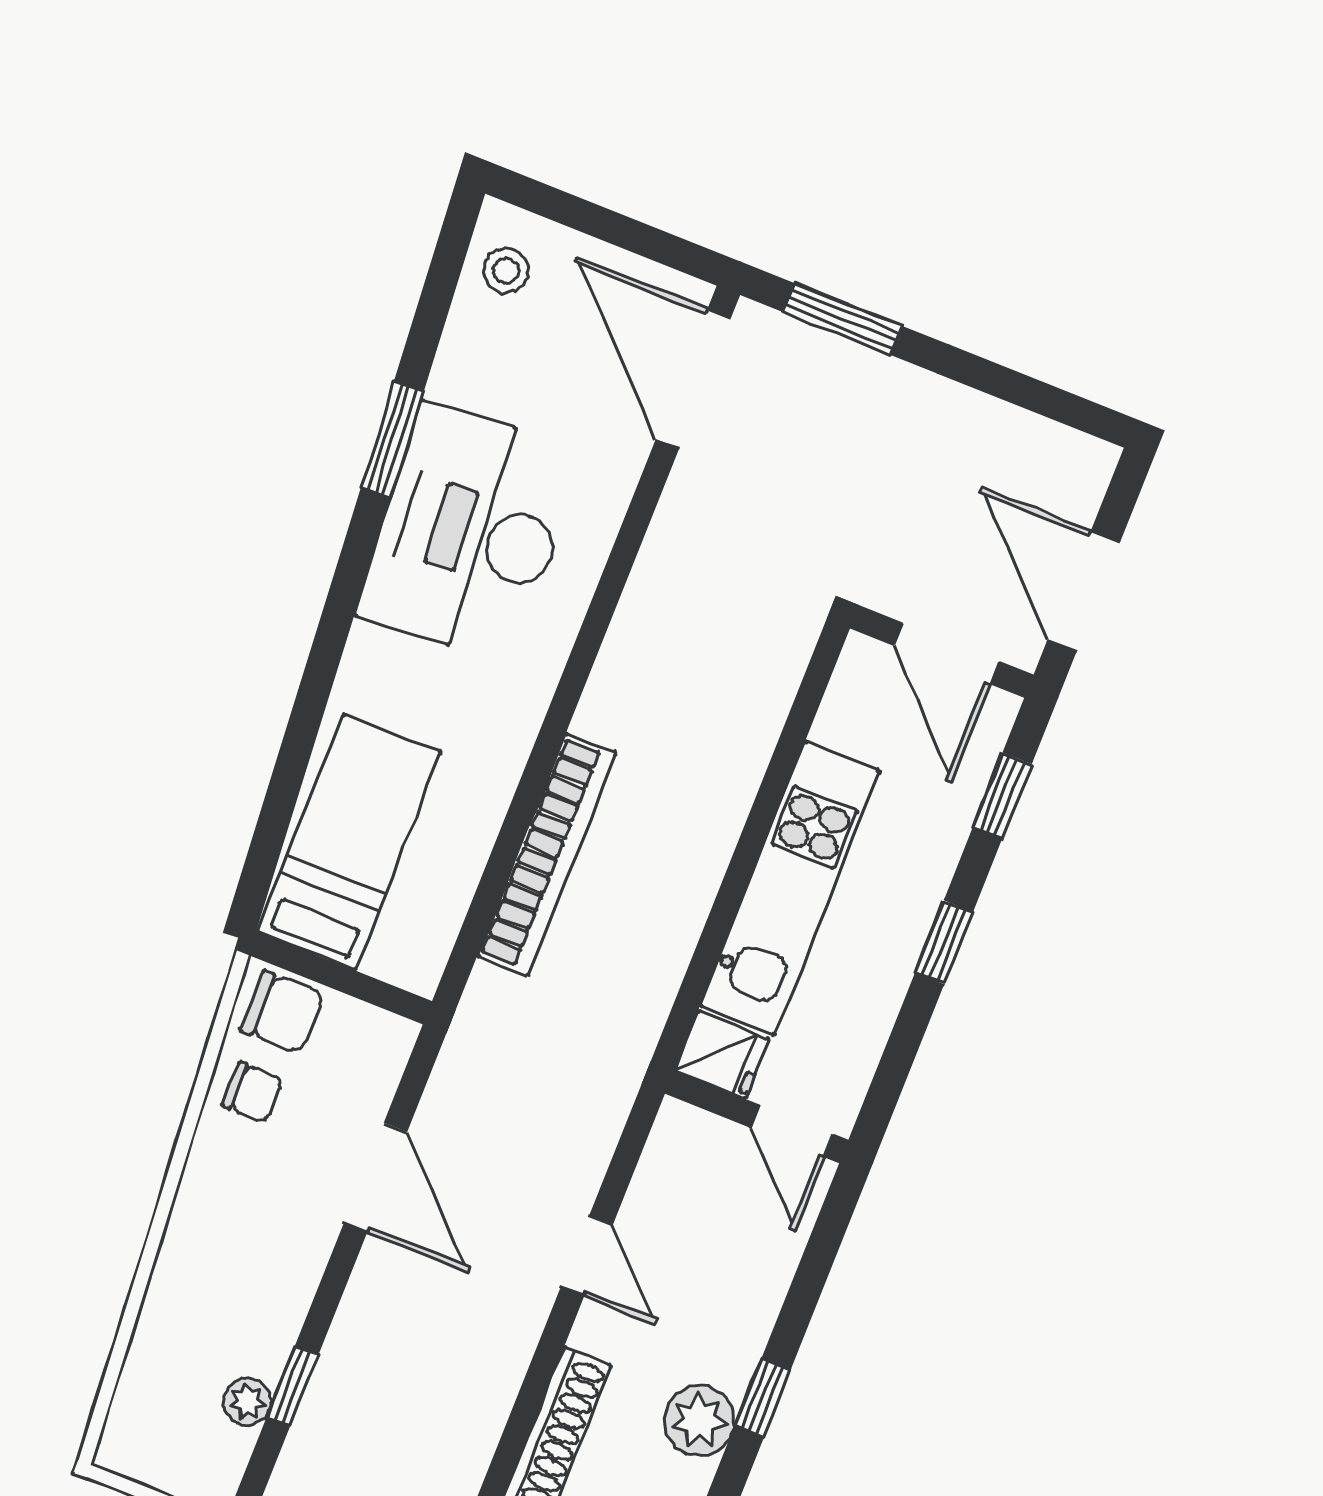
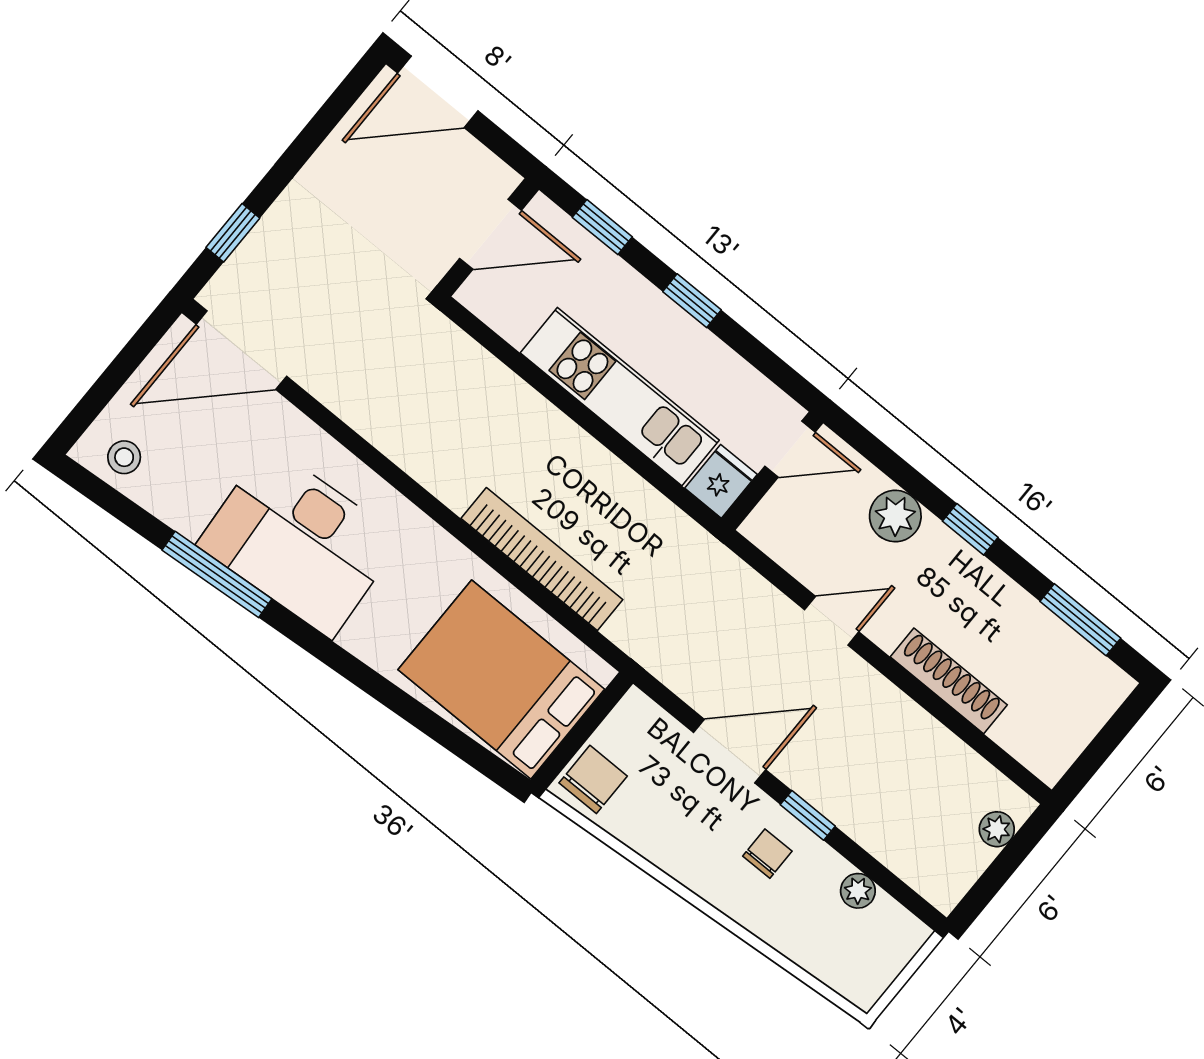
window: (842, 319) -> (233, 233), width x0.67
window: (392, 439) -> (217, 574), width x1.44
door: (1084, 591) -> (438, 92), moved
bed: (349, 842) -> (501, 679), width x1.50
chair: (253, 1092) -> (767, 854), moved
window: (292, 1386) -> (808, 815), moved
plant: (699, 1421) -> (895, 516), moved

